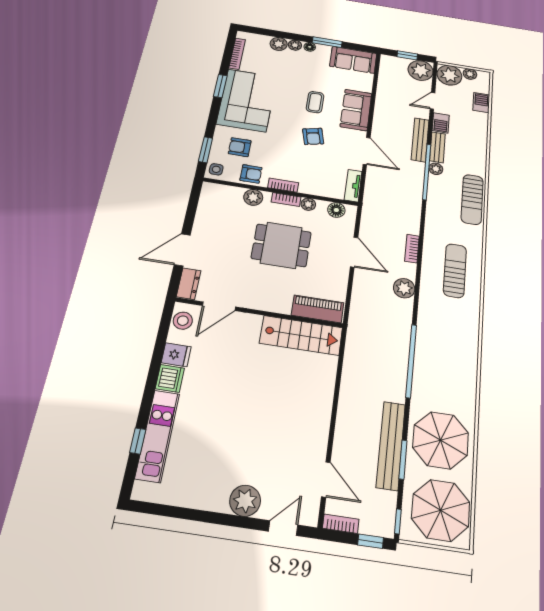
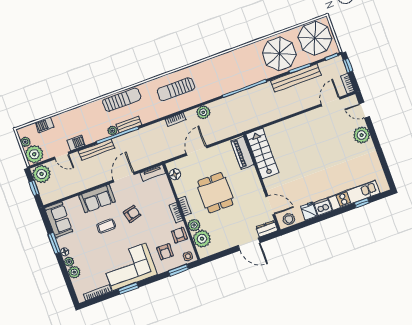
bench: (437, 147) -> (129, 125), moved
plant: (308, 204) -> (202, 239), moved, width x1.88, depth x1.88

